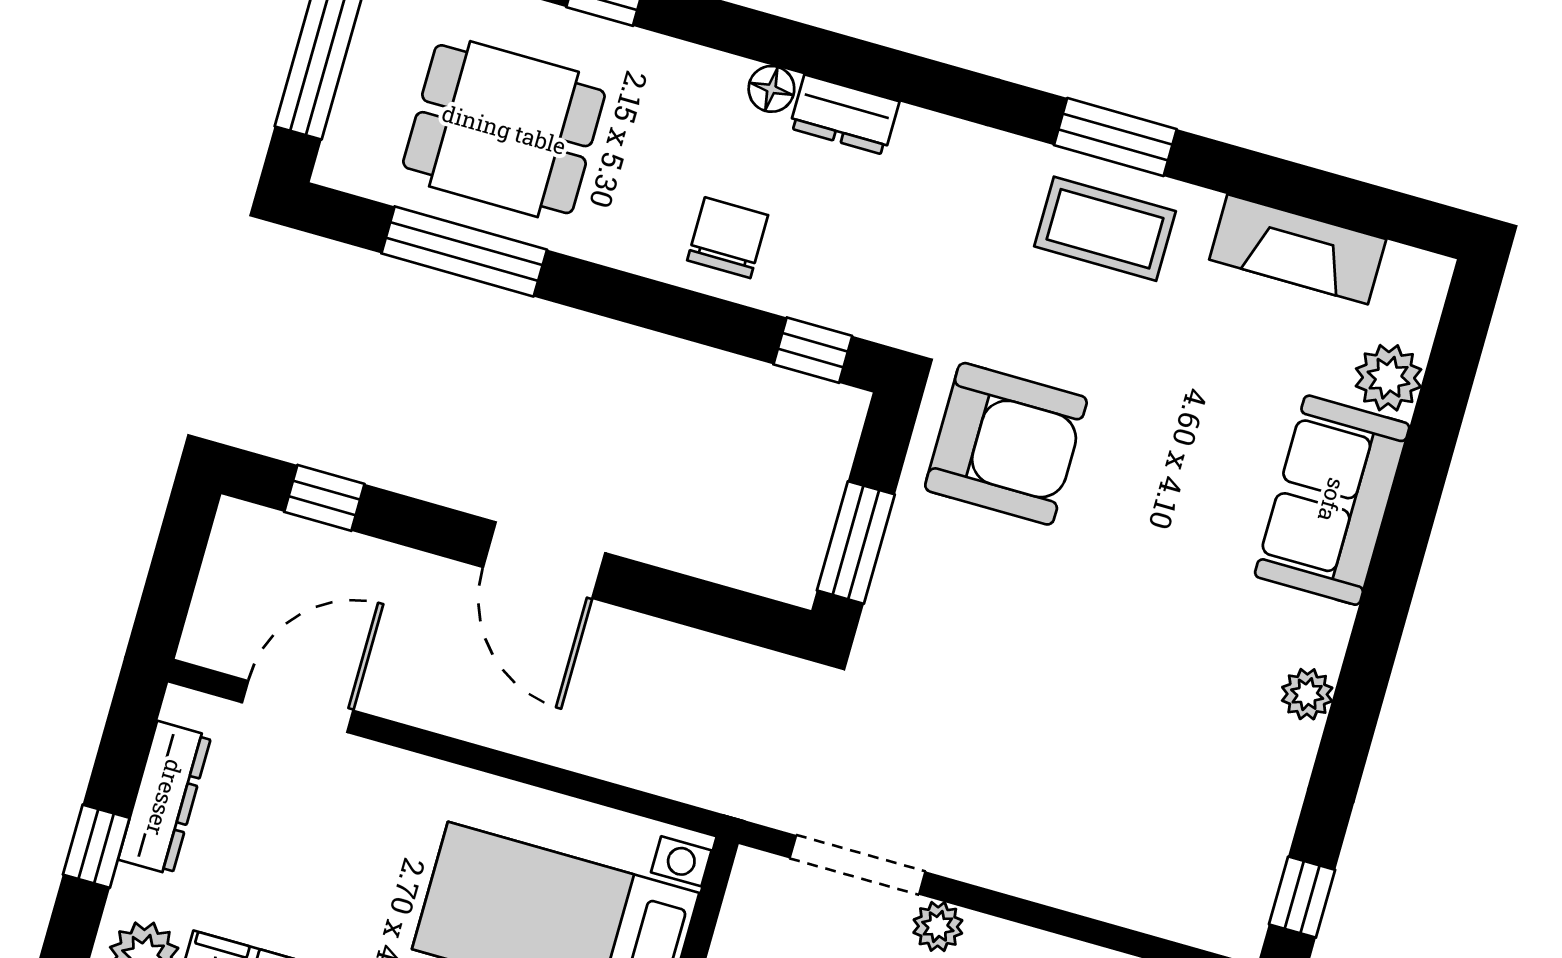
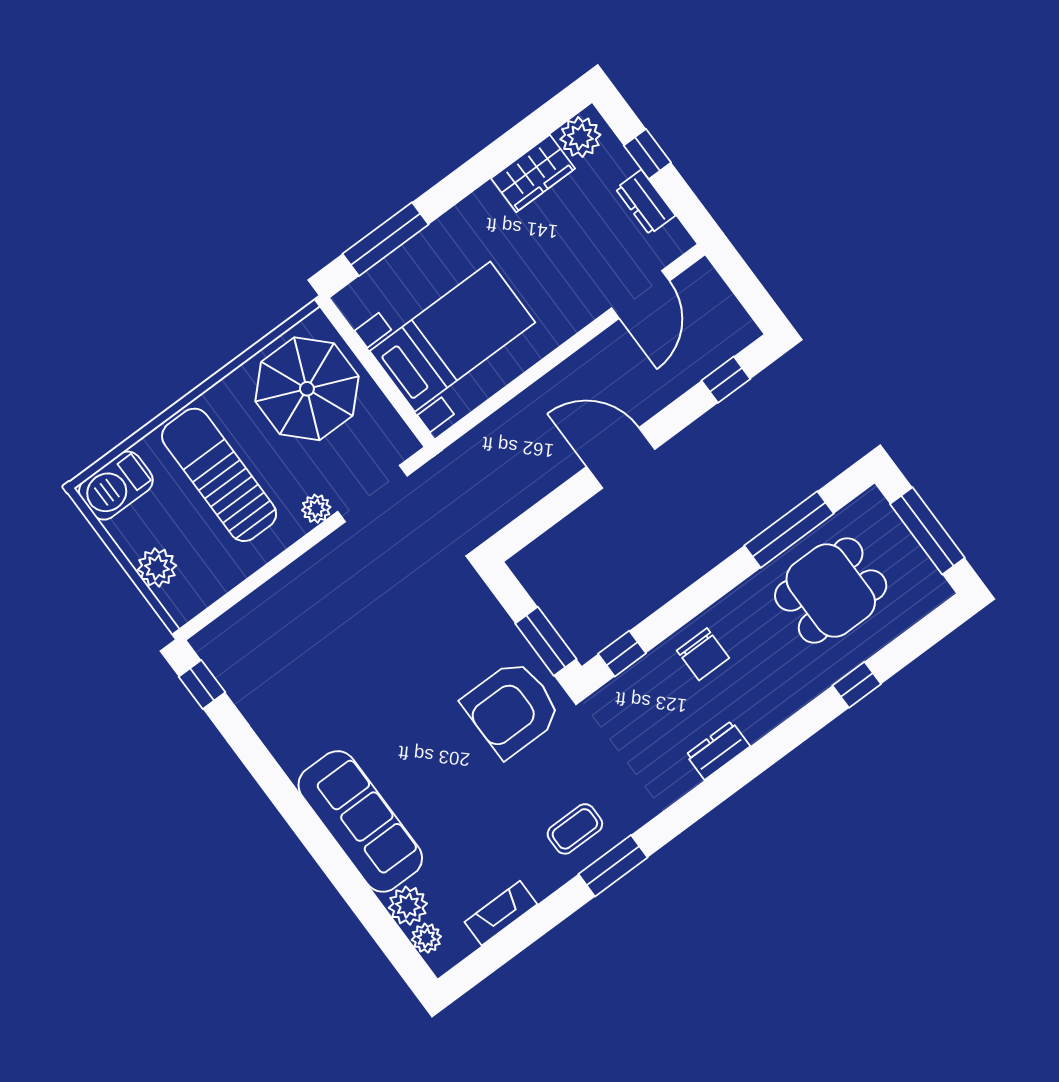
floor lamp: (771, 89) -> (755, 726), removed
coffee table: (1105, 229) -> (575, 829), width x0.73, depth x0.77
fireplace: (1298, 249) -> (501, 913), width x0.73, depth x0.76
sofa: (1332, 500) -> (360, 821), width x1.36
window: (856, 542) -> (546, 641), moved
plant: (1307, 694) -> (426, 938), moved
dresser: (165, 798) -> (645, 202), width x0.70

